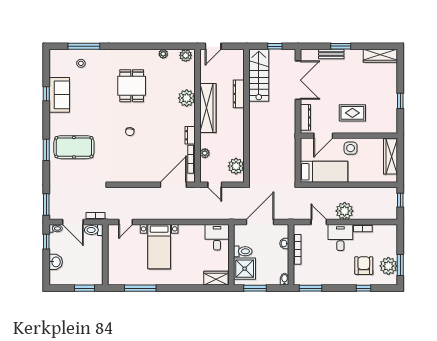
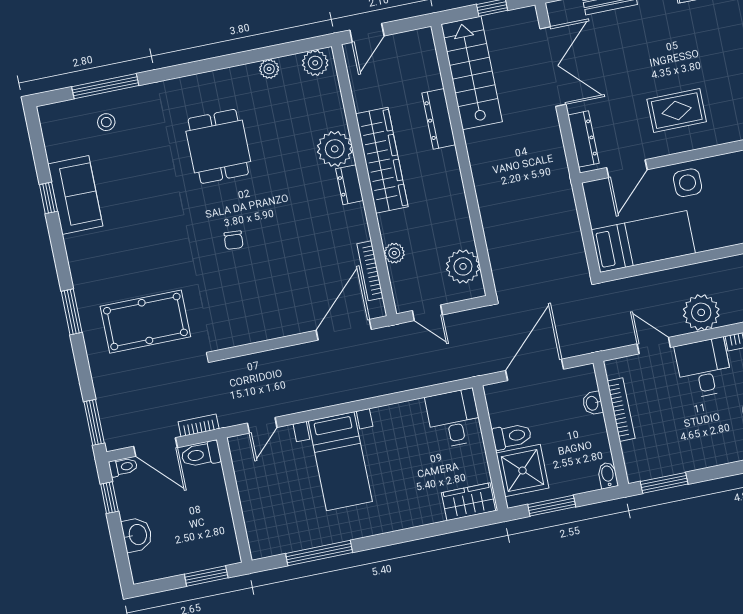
dresser: (190, 135) -> (350, 185), moved
pool table: (74, 147) -> (145, 322), moved

